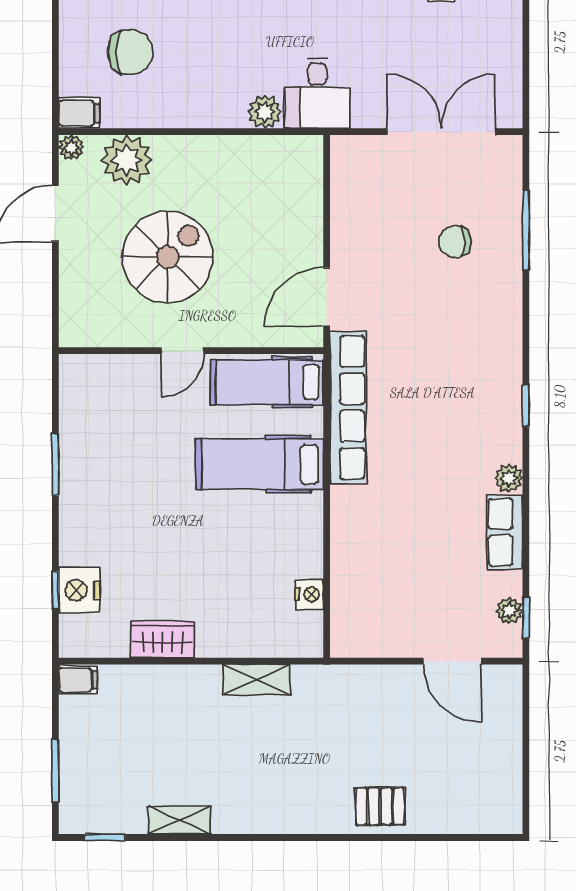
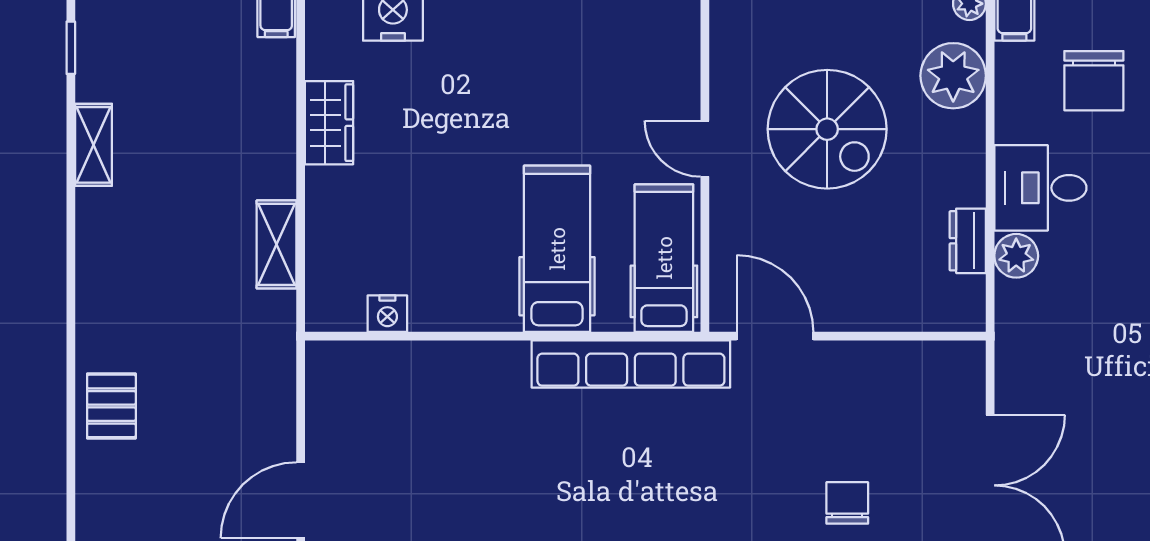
desk: (317, 93) -> (1040, 188), moved
dresser: (253, 149) -> (968, 241), added

